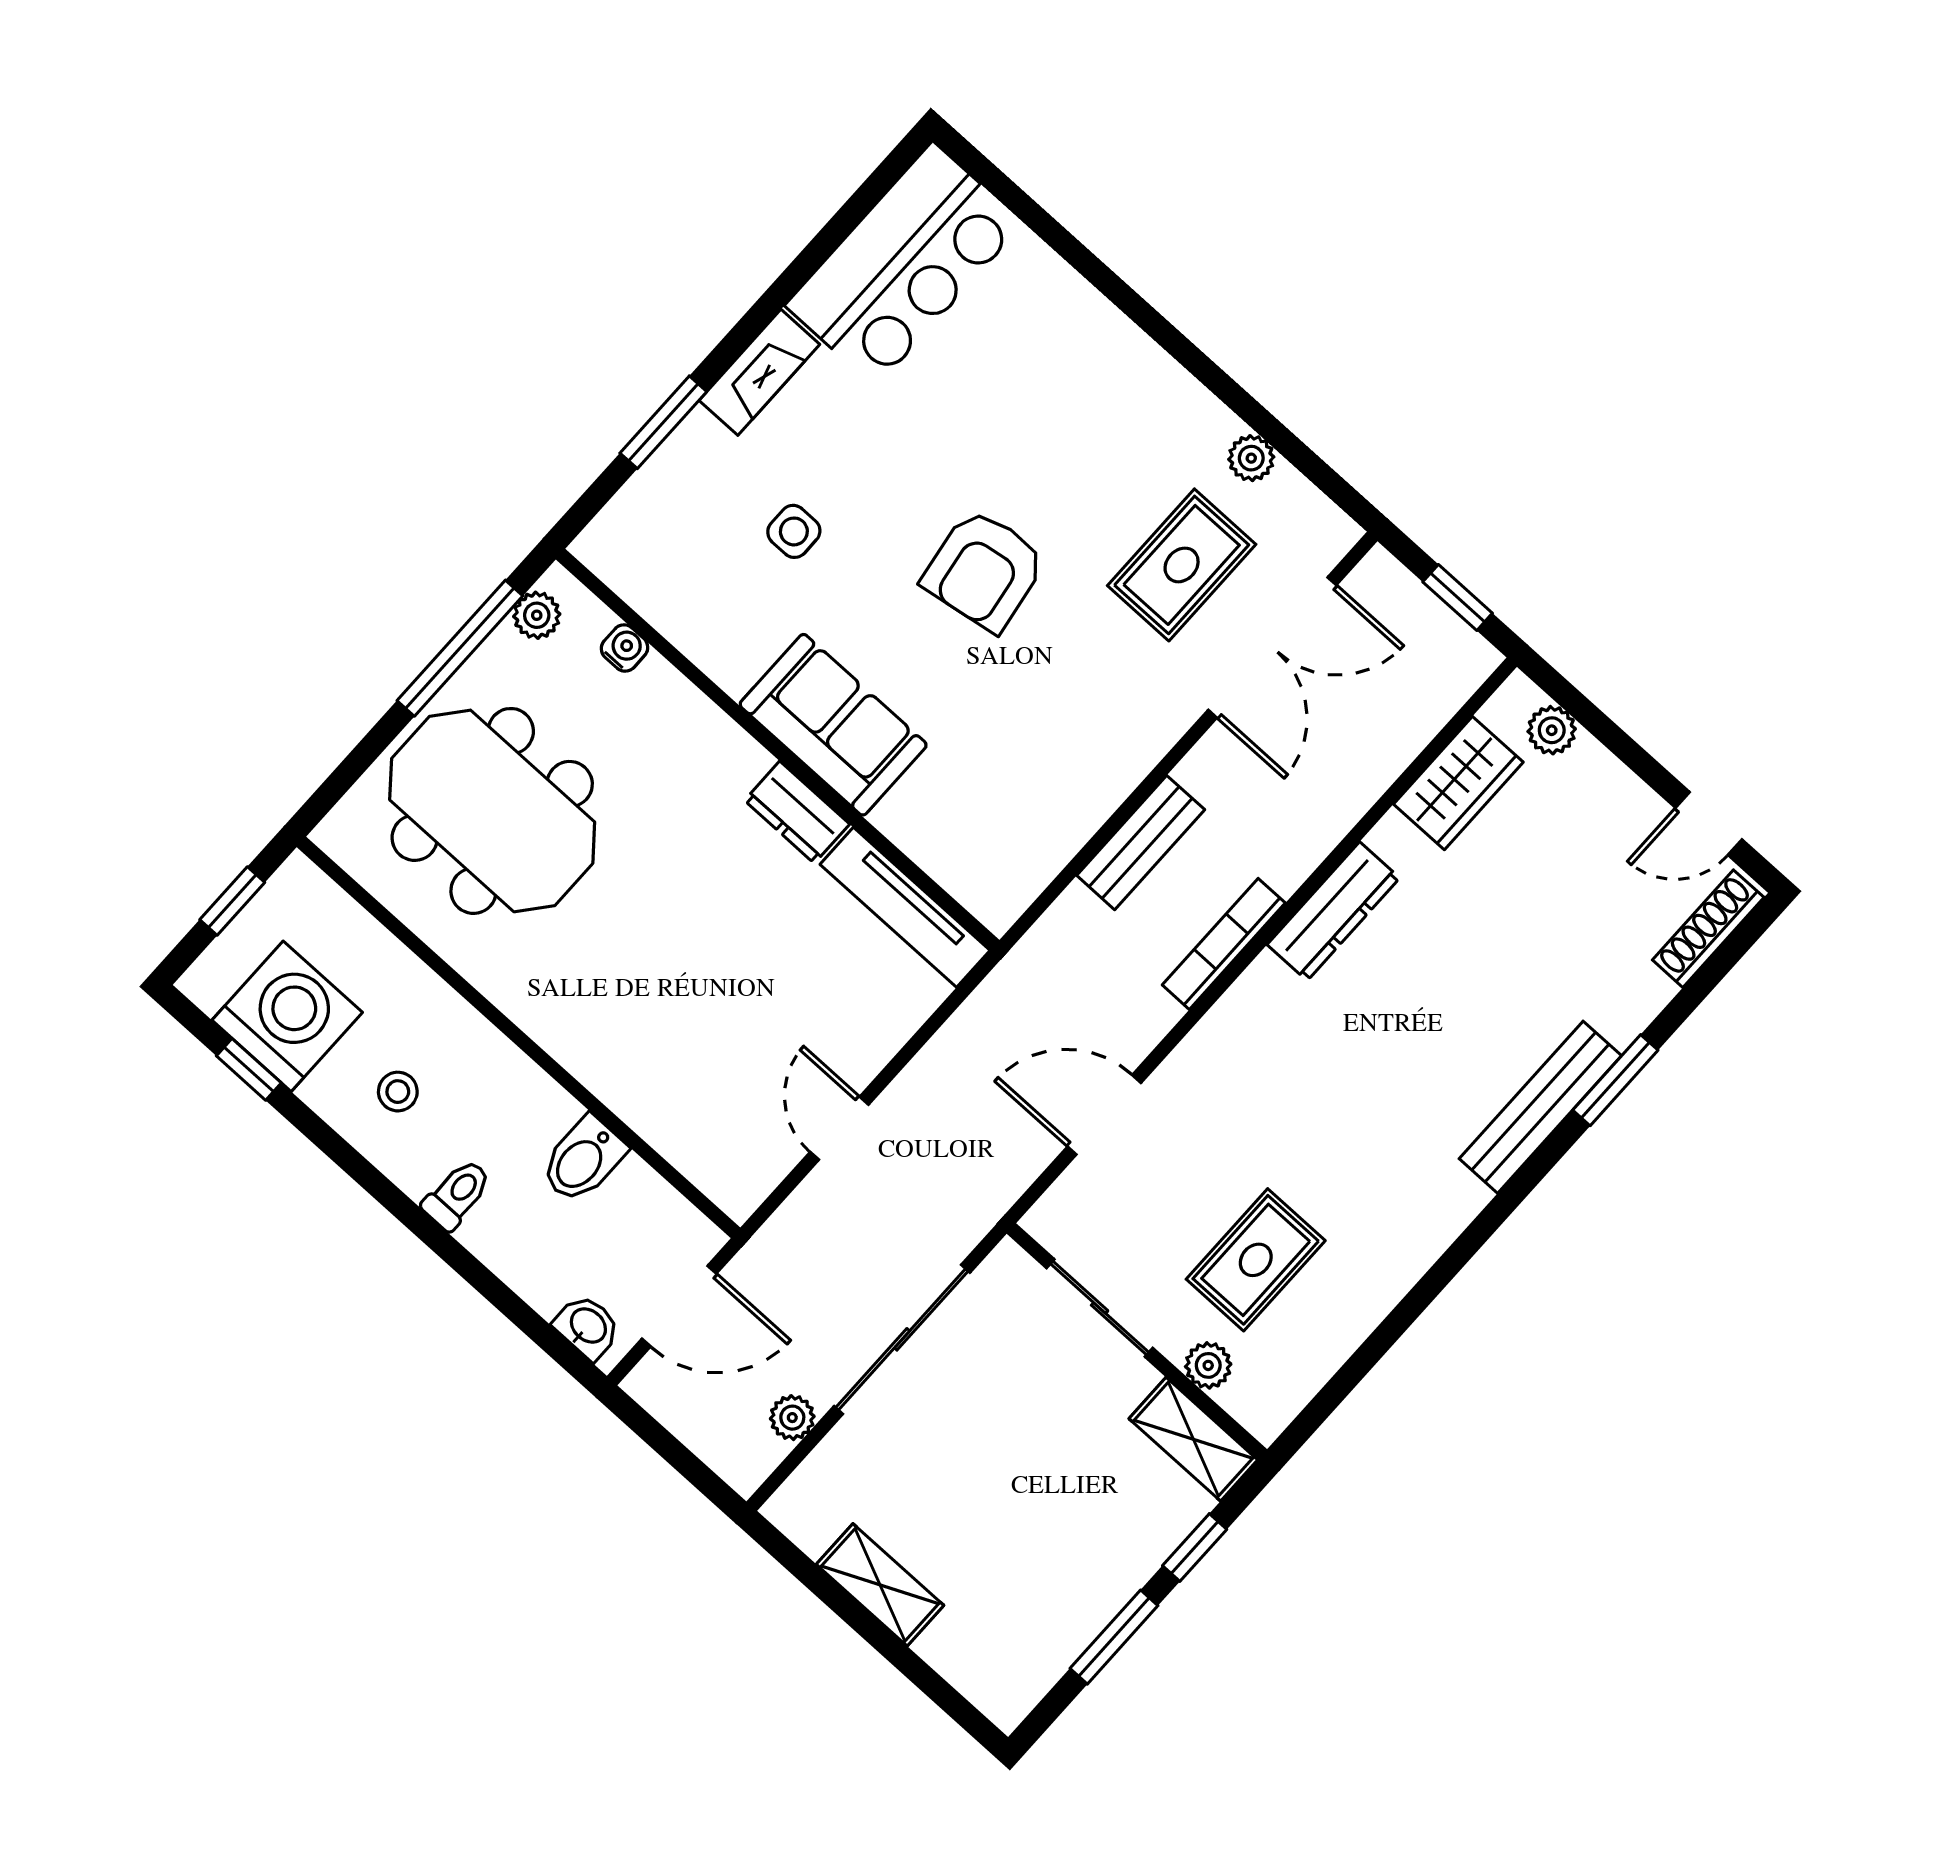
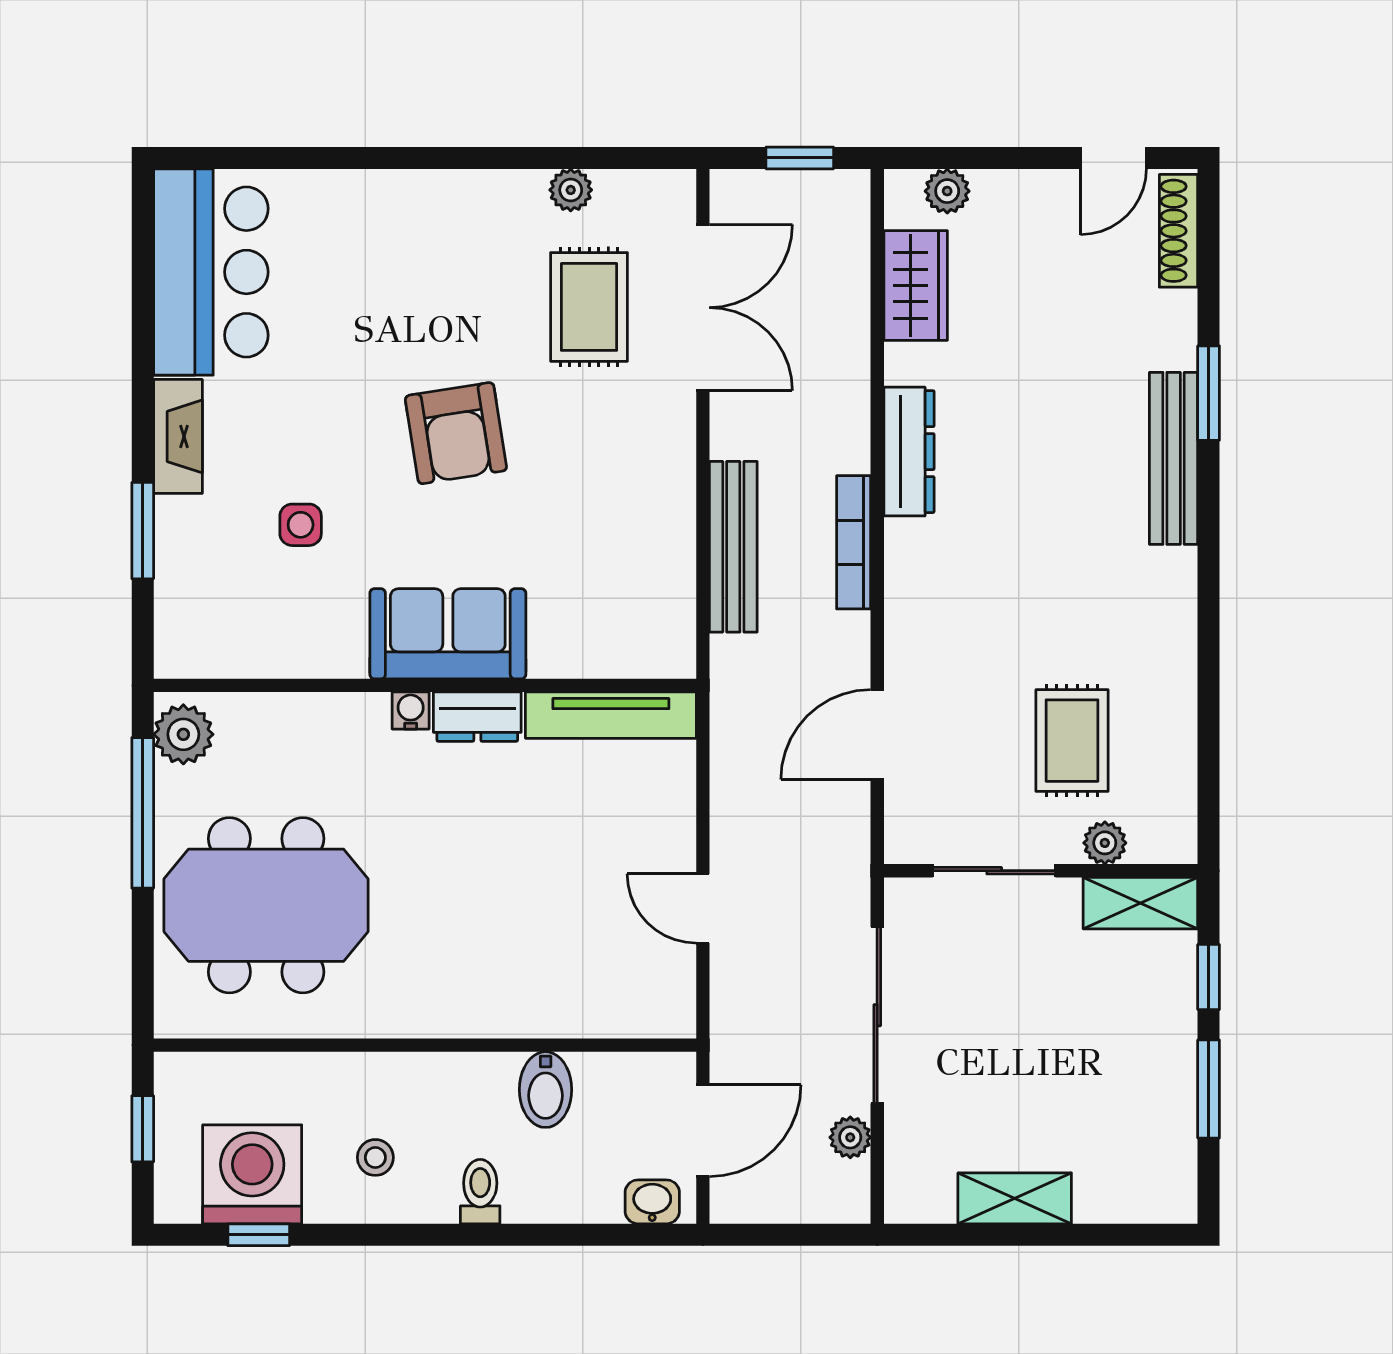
plant: (537, 615) -> (183, 734), width x1.38, depth x1.38
water cooler: (625, 648) -> (411, 711), moved
bench: (1141, 843) -> (733, 547), width x1.36

